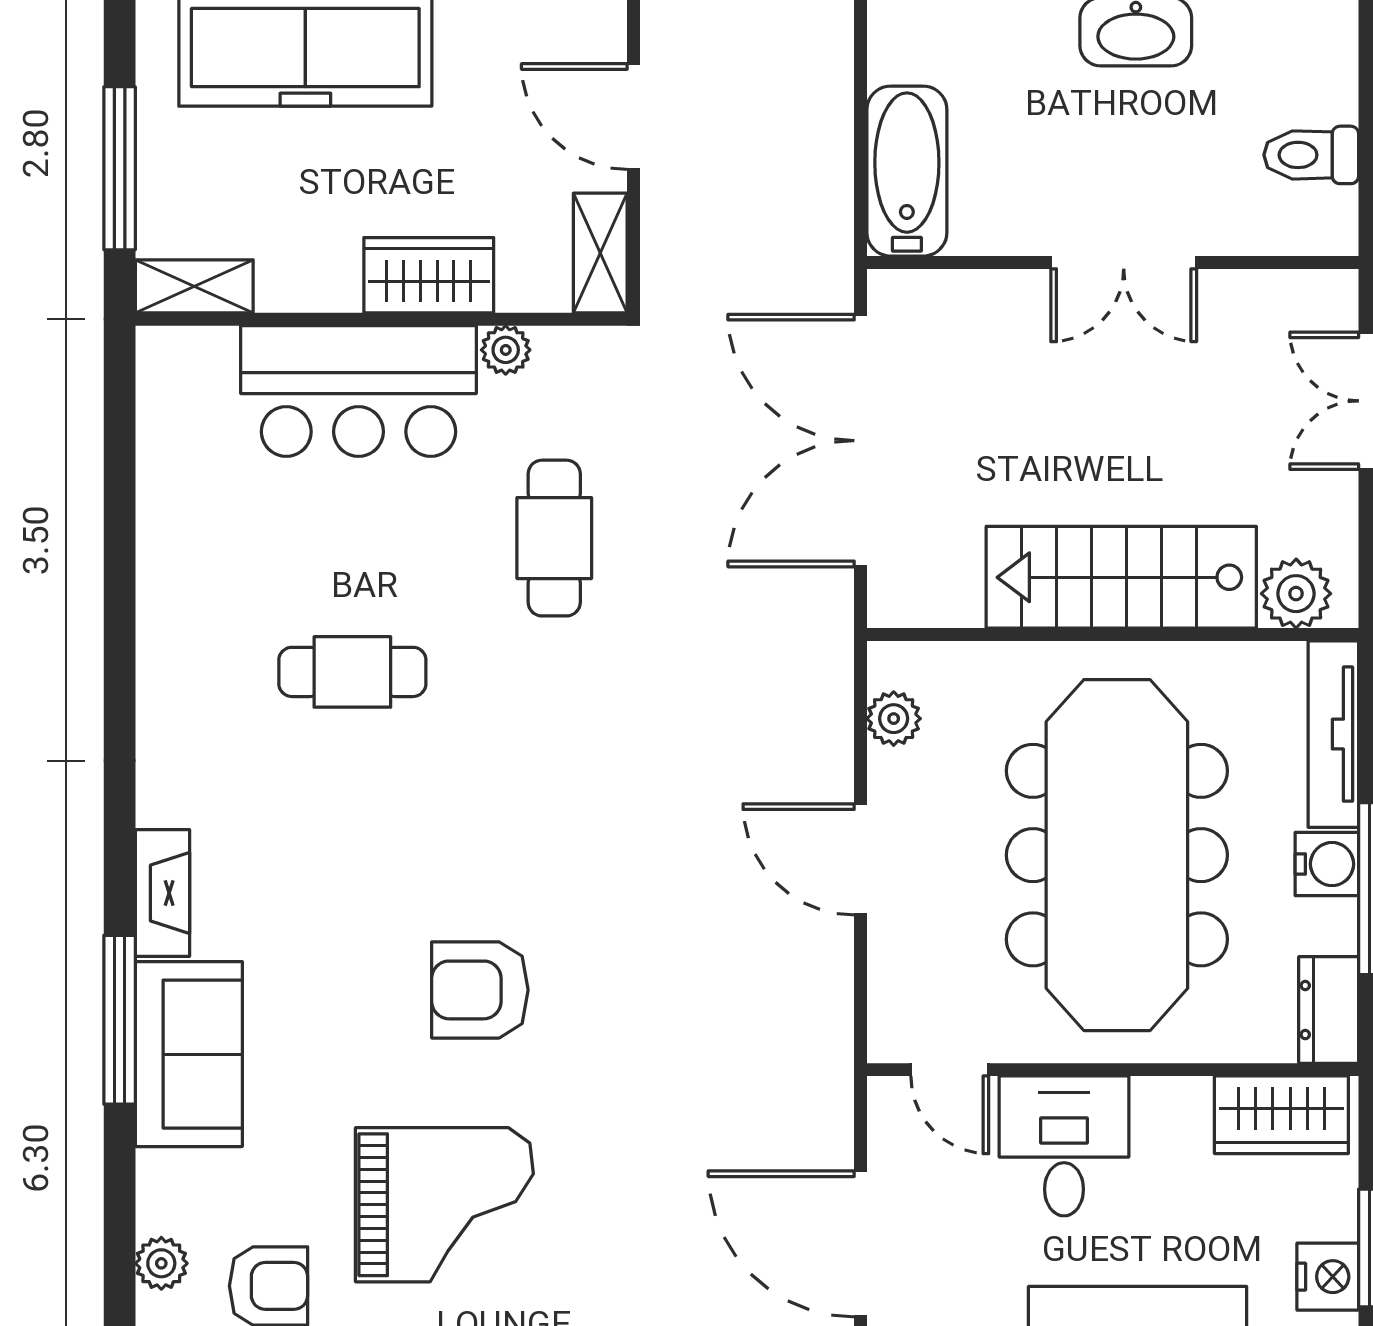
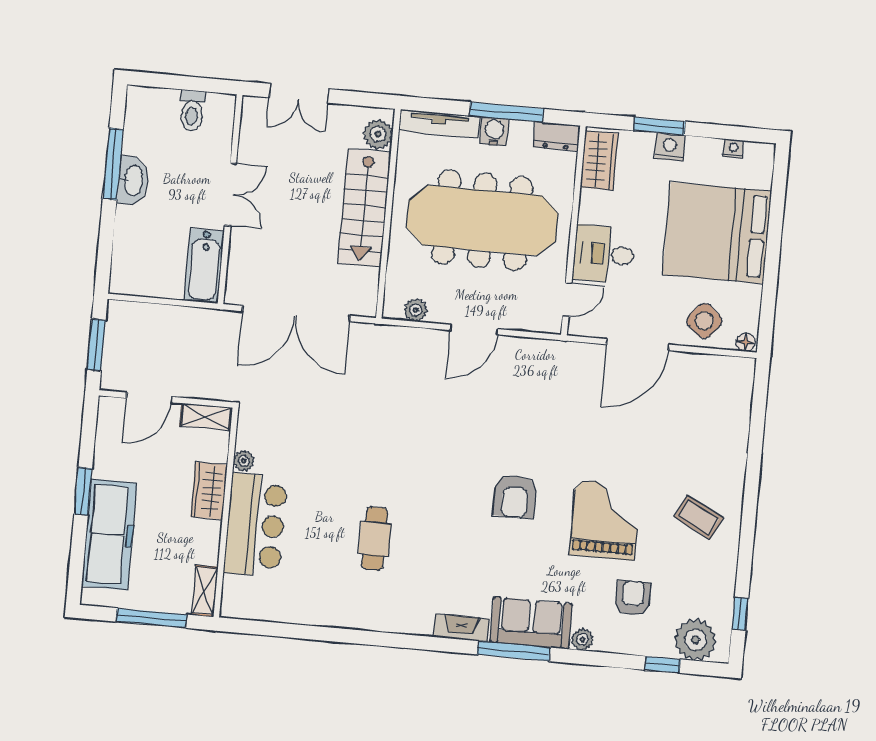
bathtub: (907, 171) -> (204, 266), moved, turned -90
cafe table: (554, 538) -> (326, 447), removed
plant: (161, 1263) -> (583, 639), moved

